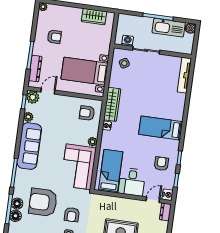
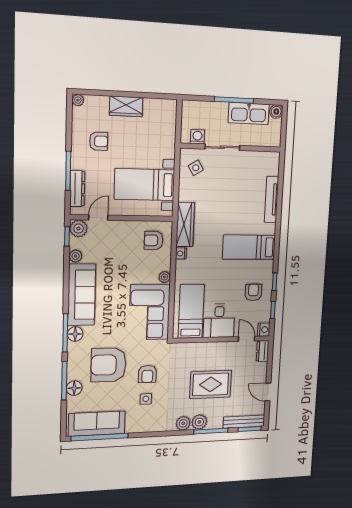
wardrobe: (94, 17) -> (126, 106), moved
tv unit: (184, 75) -> (272, 199), moved
door: (153, 200) -> (247, 339), hinge flipped
floor lamp: (17, 204) -> (75, 334), moved

